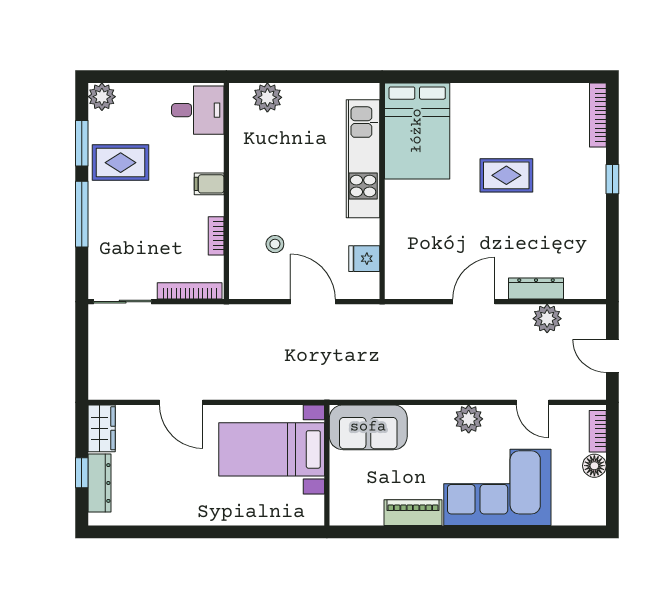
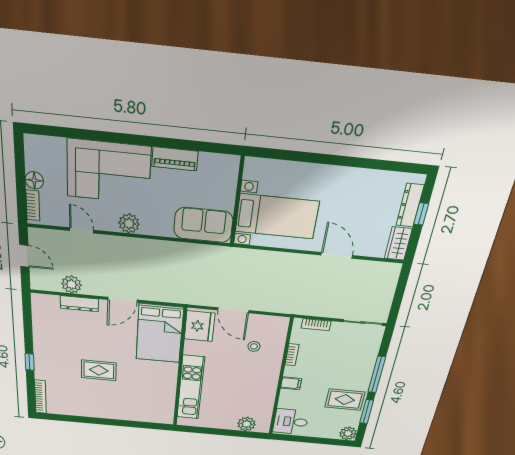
bed: (417, 131) -> (159, 333), moved, turned 180
fridge: (364, 259) -> (200, 326), width x1.88, depth x1.34
bookcase: (190, 291) -> (316, 325), width x0.64

